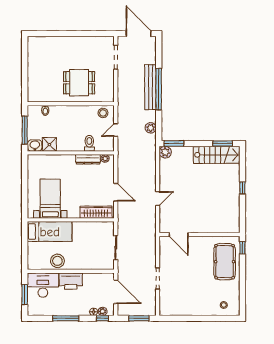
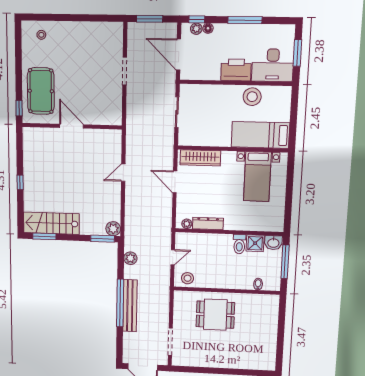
toilet: (89, 143) -> (239, 244), moved
door: (179, 235) -> (72, 126), moved

